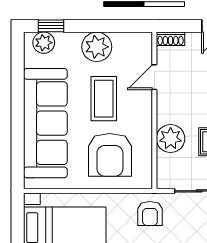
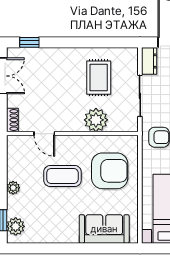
plant: (97, 47) -> (13, 188), width x0.53, depth x0.53
sofa: (45, 123) -> (104, 229), width x0.54, depth x0.79

